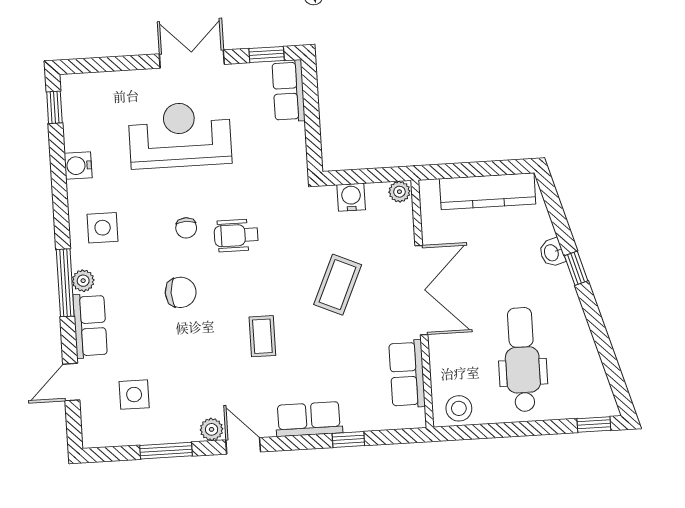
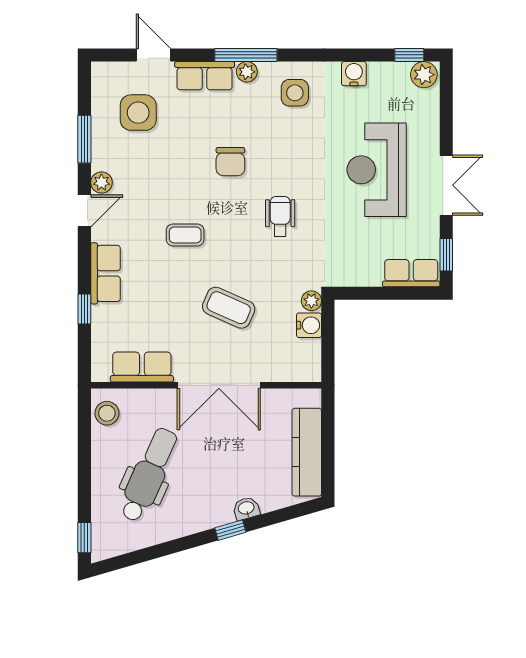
plant: (75, 90) -> (424, 75), added
reception desk: (180, 135) -> (377, 170), turned 180
plant: (399, 192) -> (311, 301), moved
chair: (186, 228) -> (290, 170), removed
dental chair: (522, 360) -> (149, 475), turned -66
side table: (134, 395) -> (138, 113), width x1.37, depth x1.37

